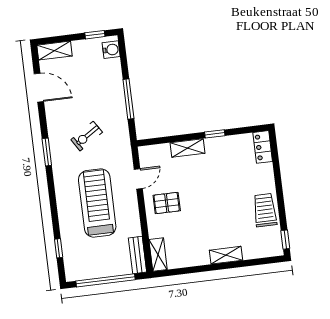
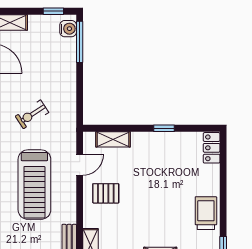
window: (128, 99) -> (80, 42), moved
shelving: (188, 148) -> (113, 139), moved
treadmill: (97, 203) -> (34, 185), turned 180

